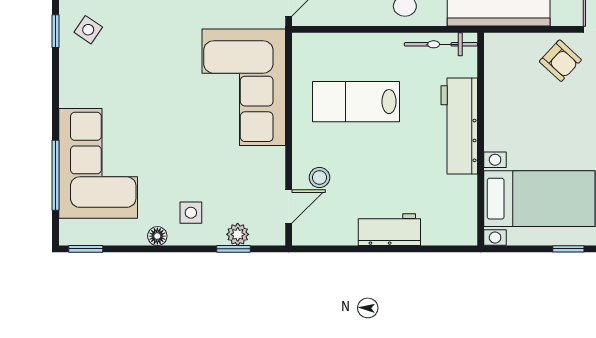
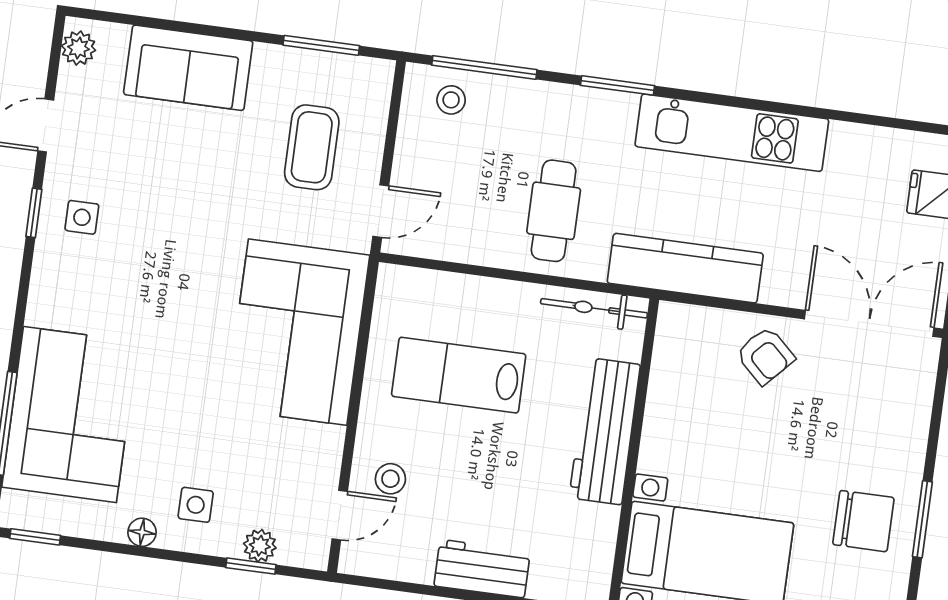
side table: (88, 30) -> (82, 217), turned -34

